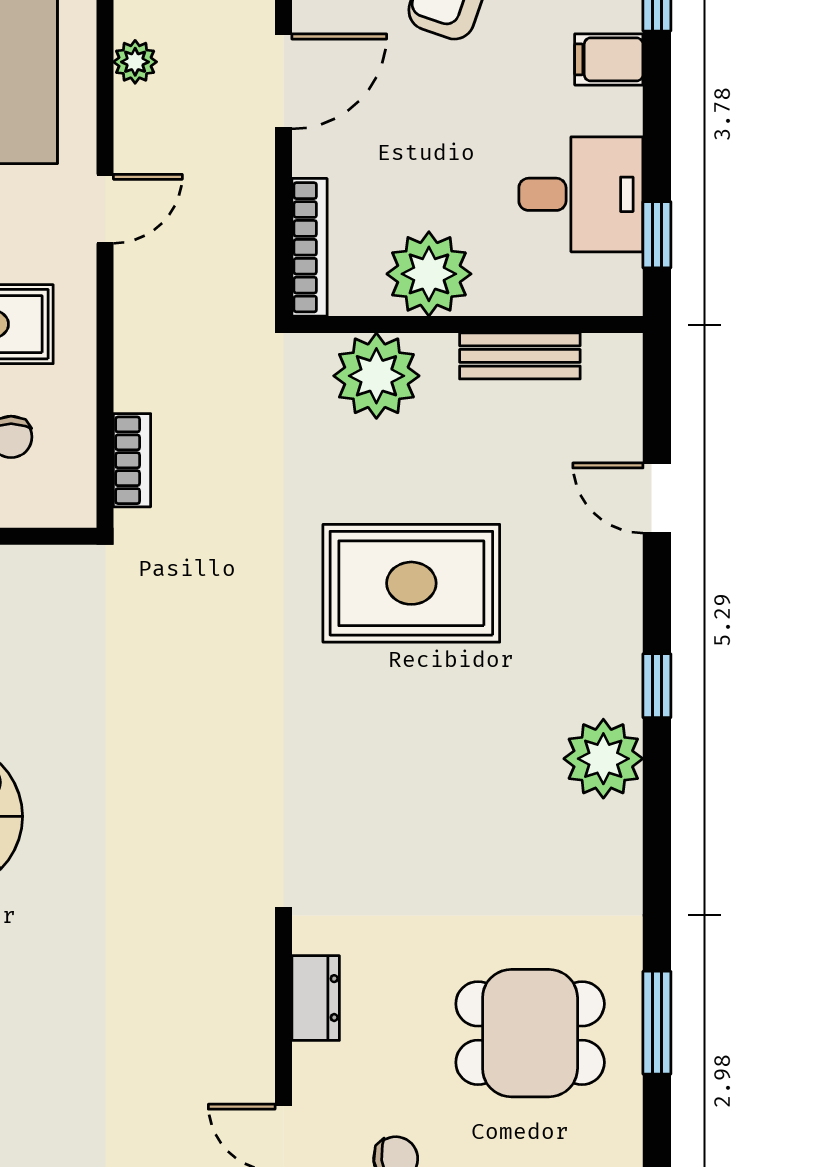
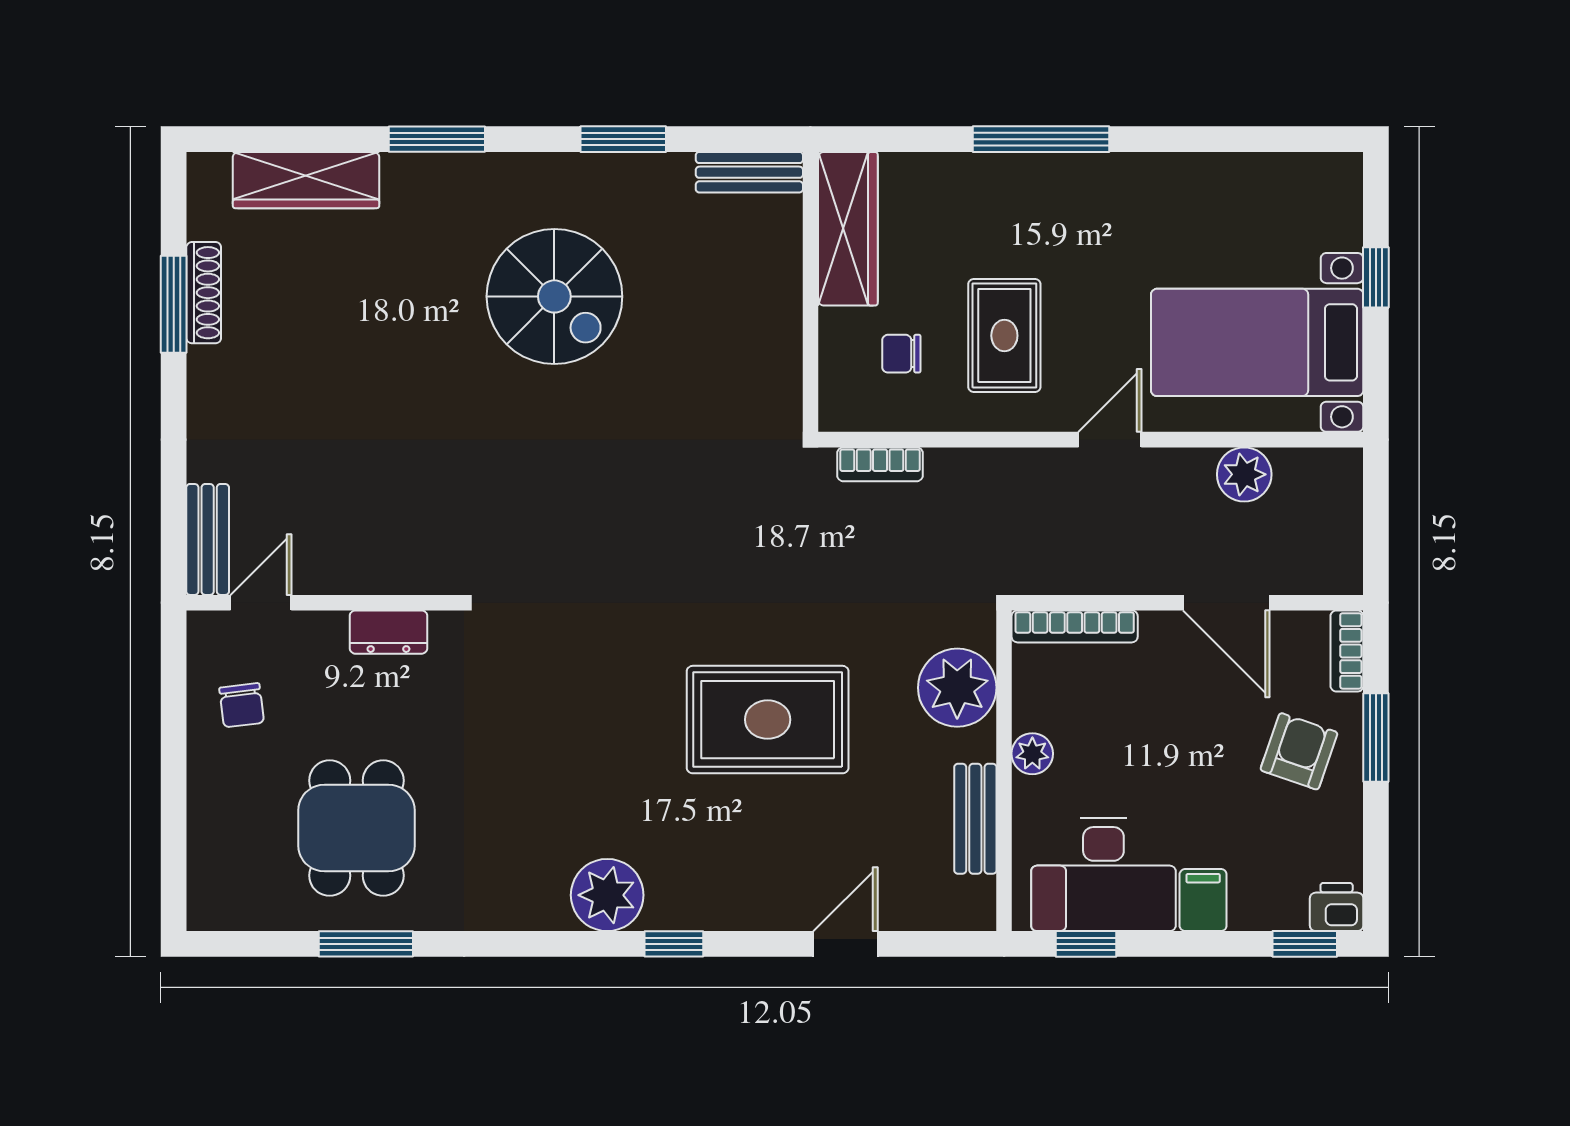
filing cabinet: (609, 59) -> (1203, 900), moved
plant: (135, 62) -> (1244, 474), width x1.38, depth x1.38
desk: (581, 194) -> (1103, 875), width x1.37
door: (105, 209) -> (1110, 440), swing flipped
plant: (429, 274) -> (1032, 754), width x0.53, depth x0.53
rug: (411, 583) -> (768, 720), turned 90

